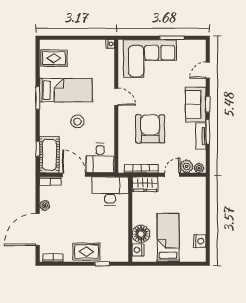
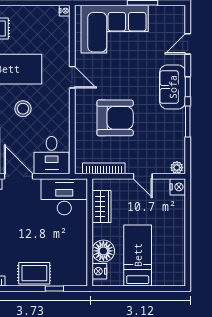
armchair: (150, 129) -> (115, 118), turned 90
tv unit: (201, 136) -> (179, 127), removed
plant: (187, 166) -> (161, 166), removed
door: (172, 175) -> (143, 176), swing flipped
wardrobe: (145, 184) -> (102, 207), moved, turned -90
nightstand: (200, 241) -> (178, 187), moved

